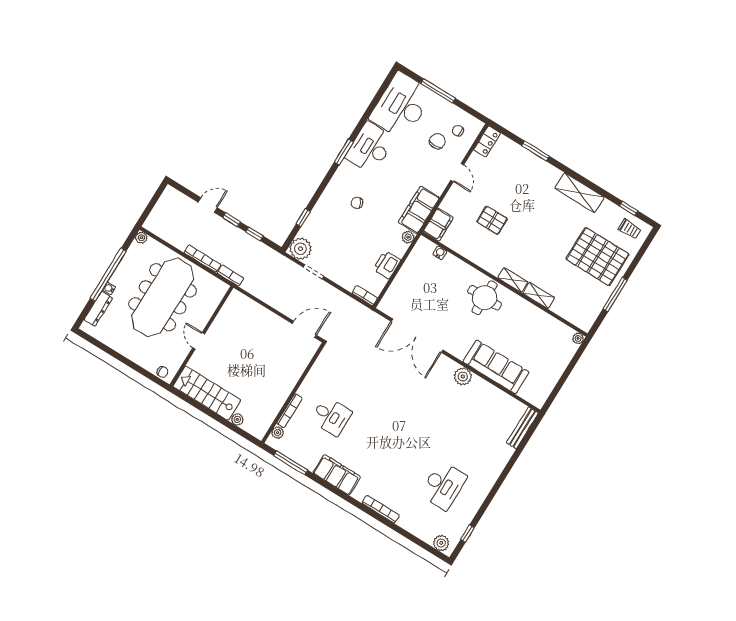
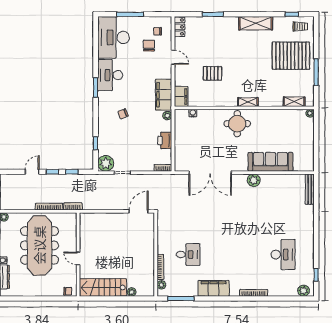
shelving: (539, 295) -> (294, 102), moved

